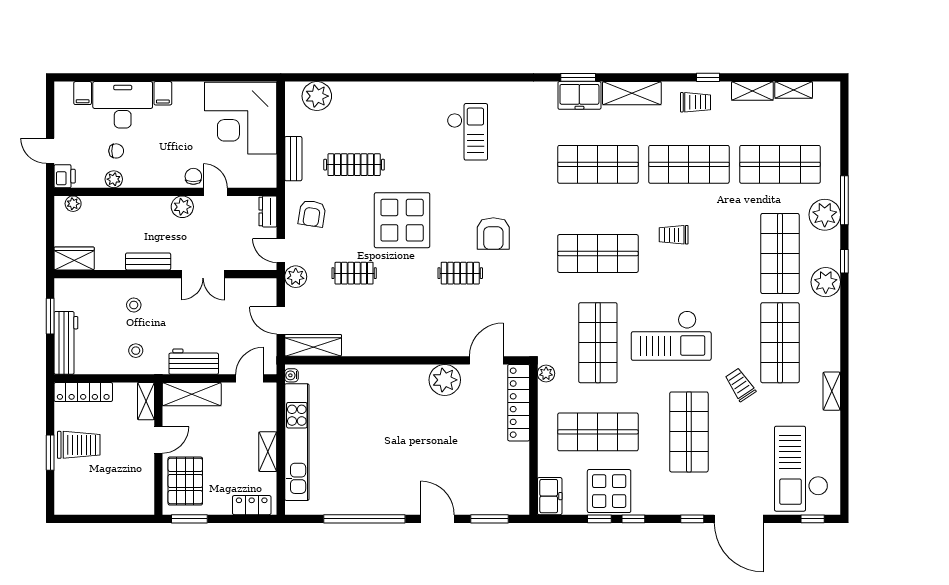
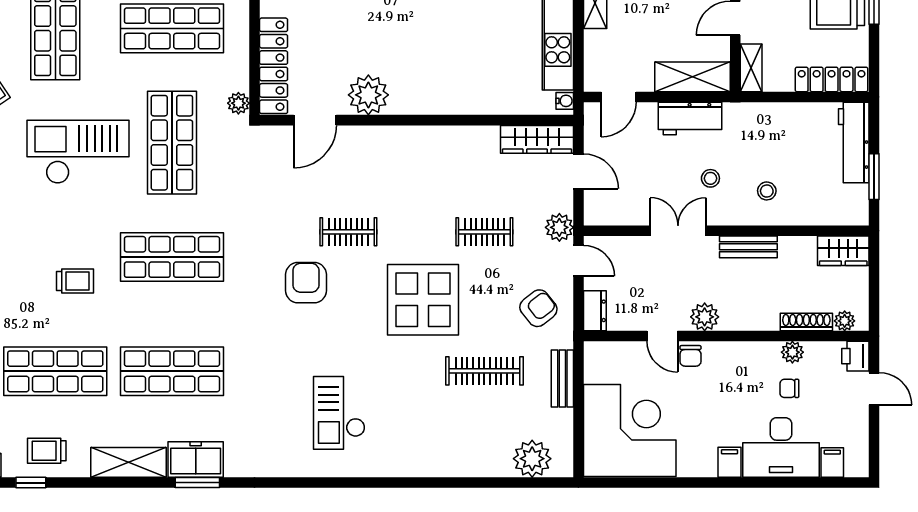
shoe rack: (103, 203) -> (806, 322), added
armchair: (312, 214) -> (538, 308), turned 43
stool: (136, 351) -> (710, 178), moved

